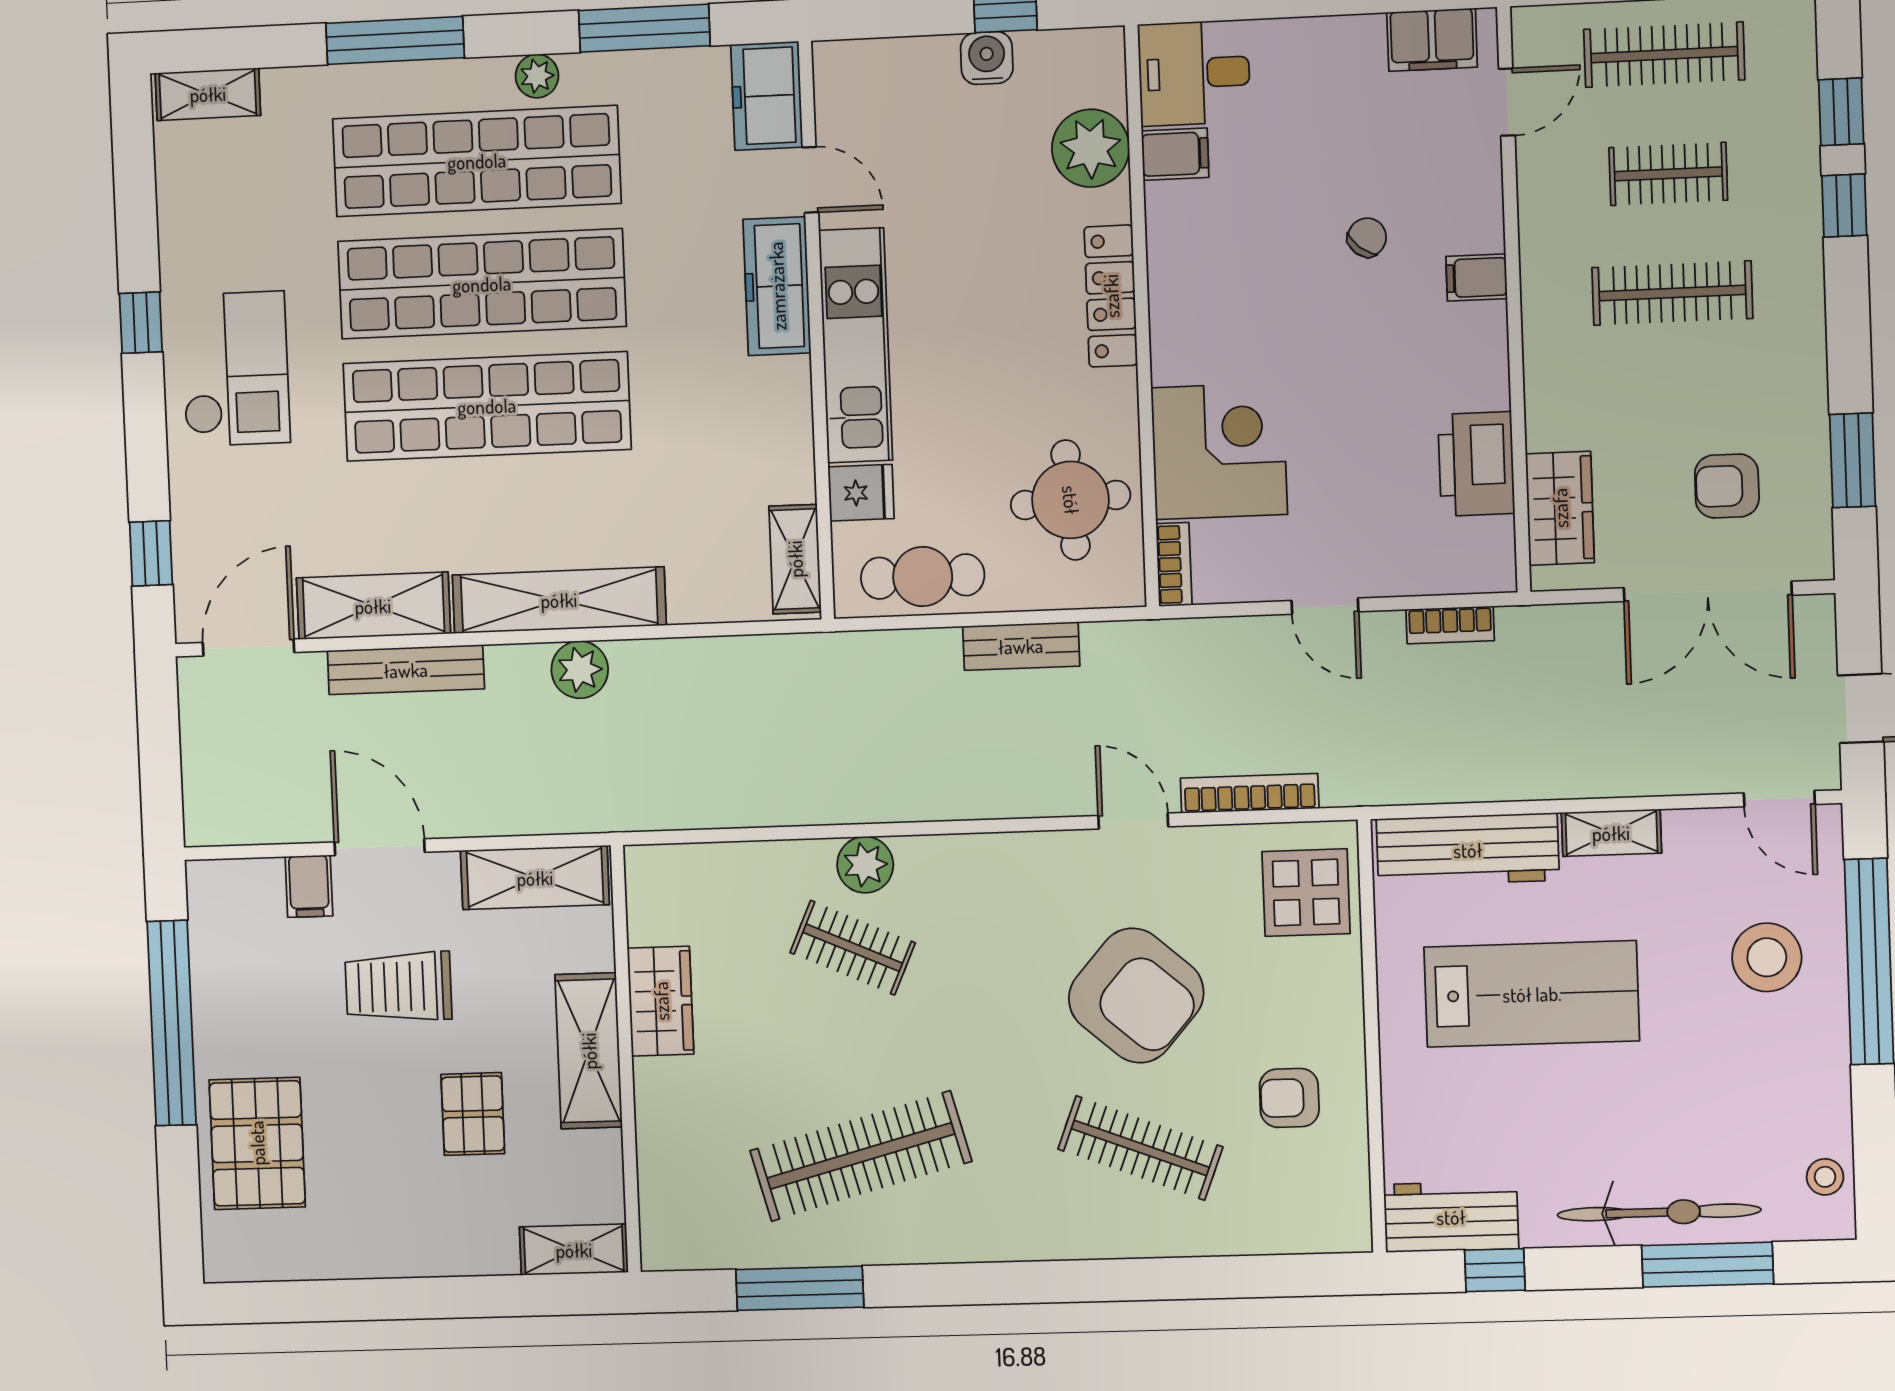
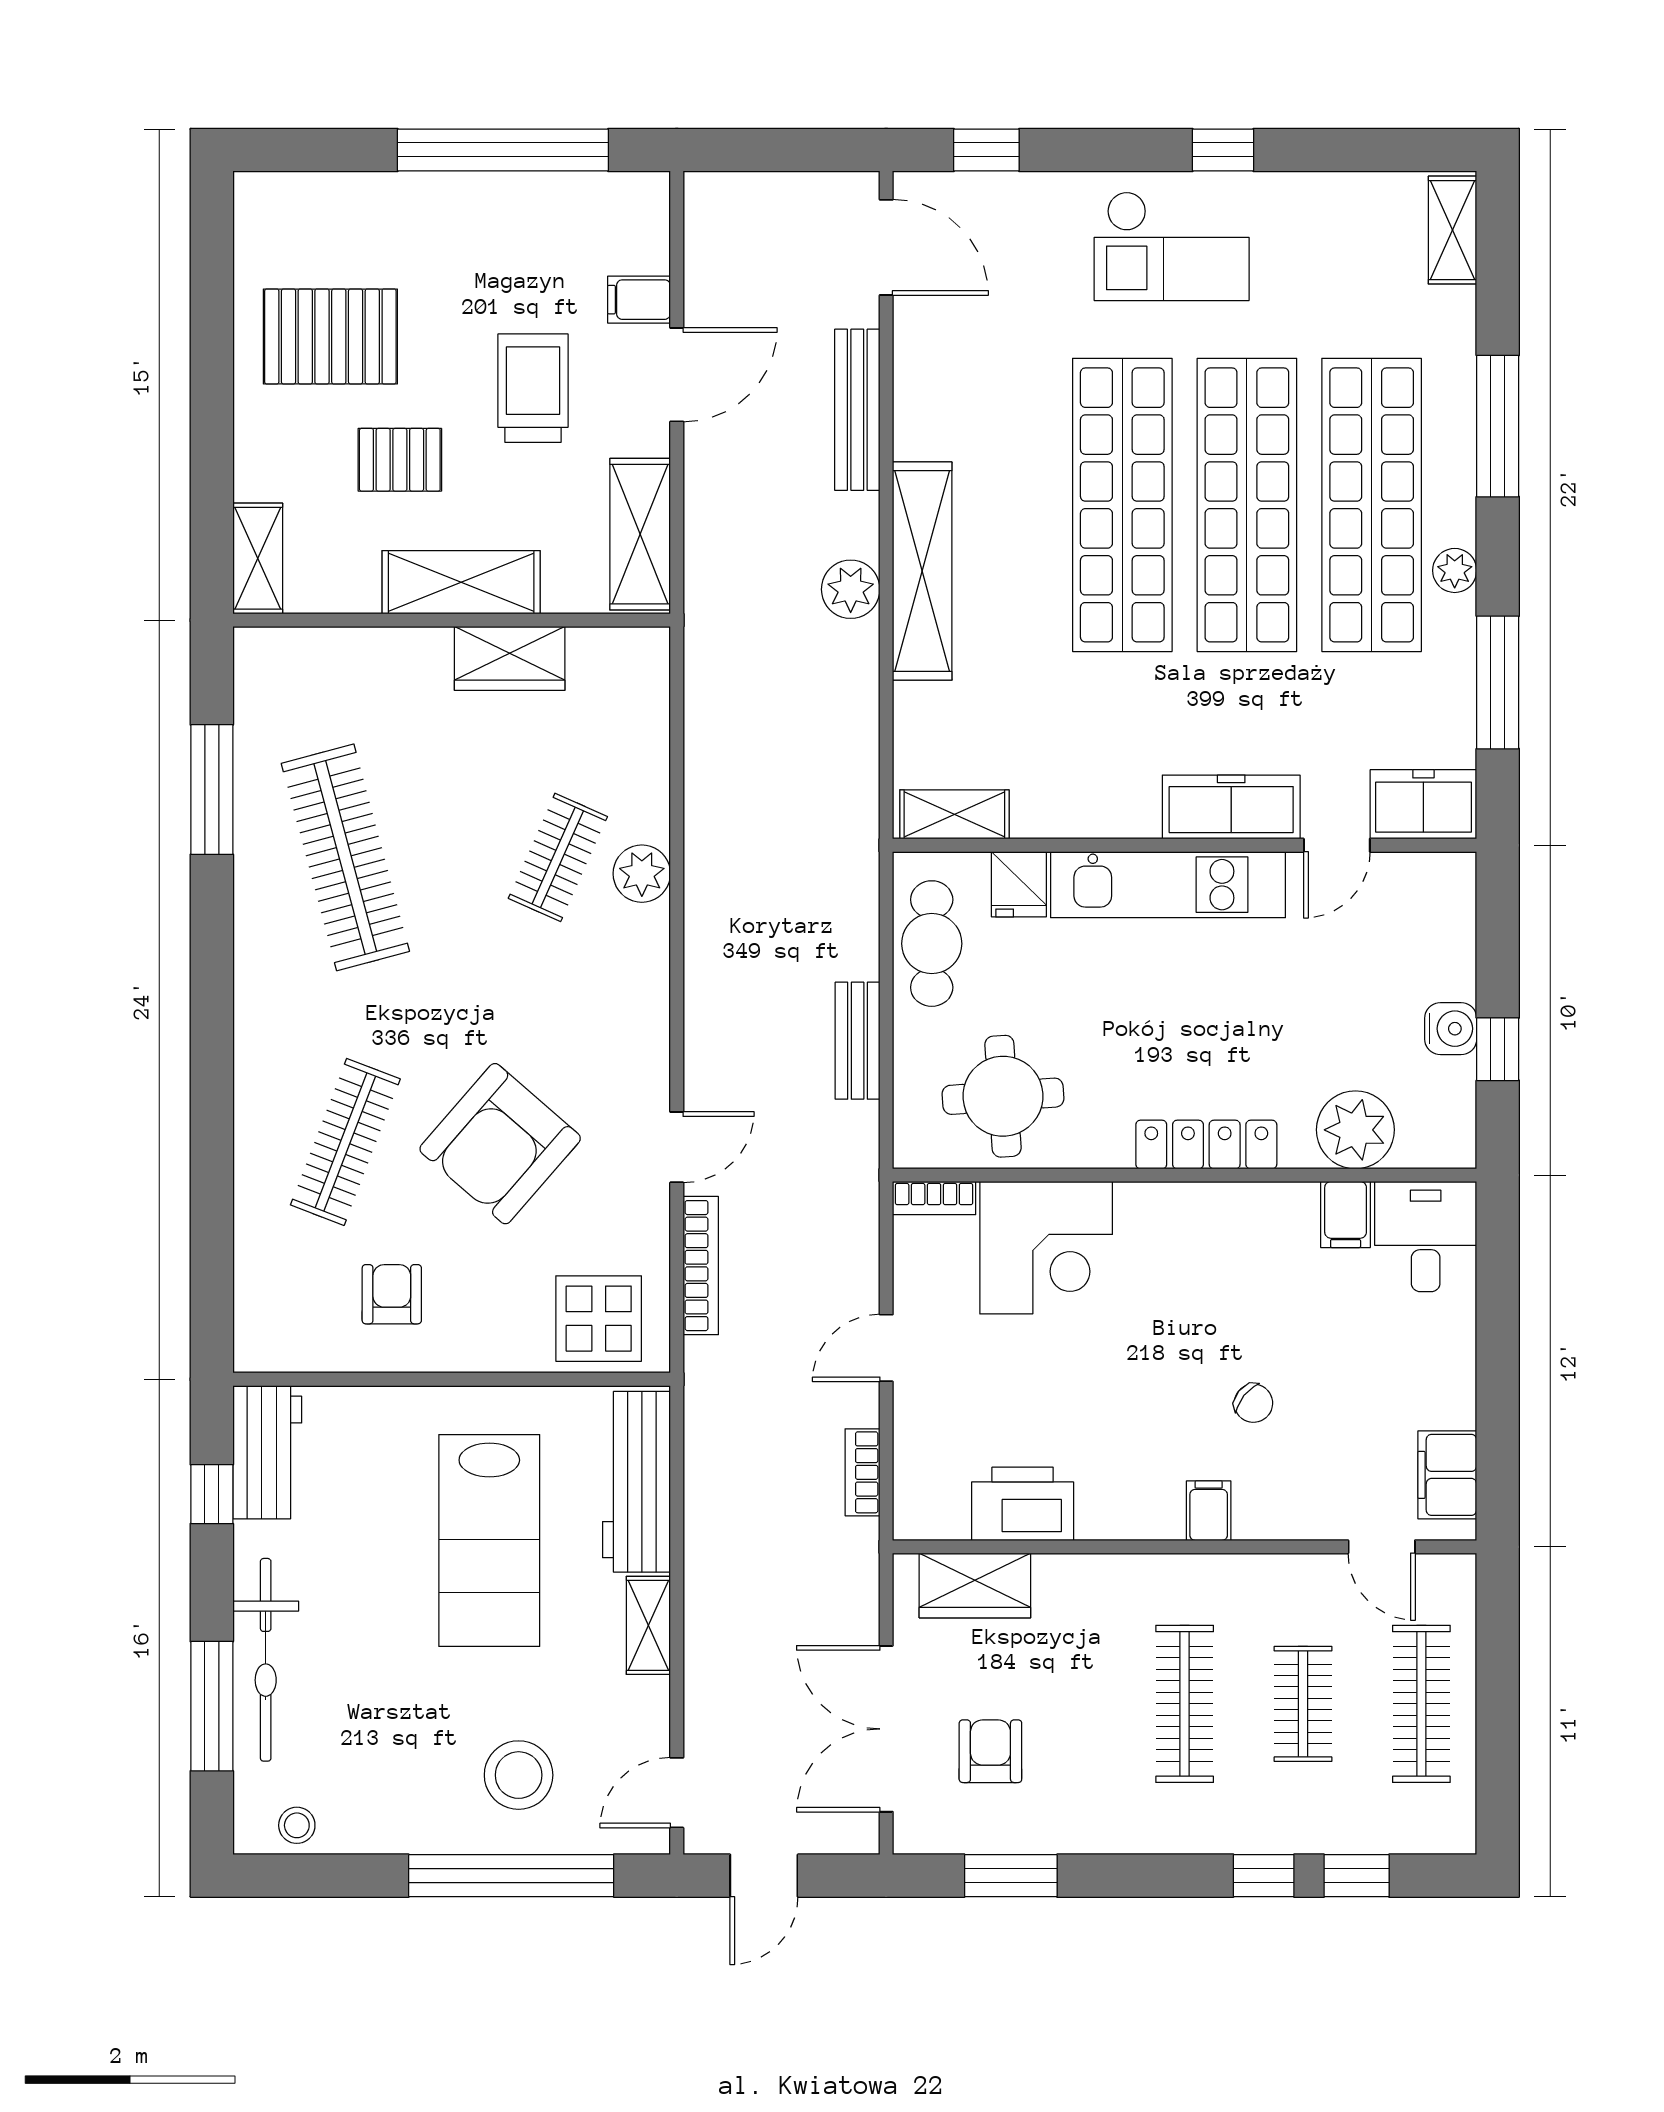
shelving: (373, 606) -> (924, 379), removed
pallet: (257, 1143) -> (330, 336), moved

